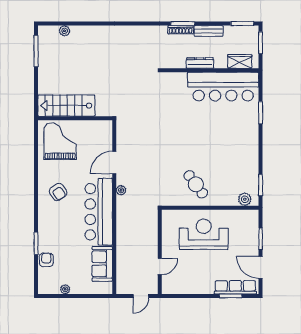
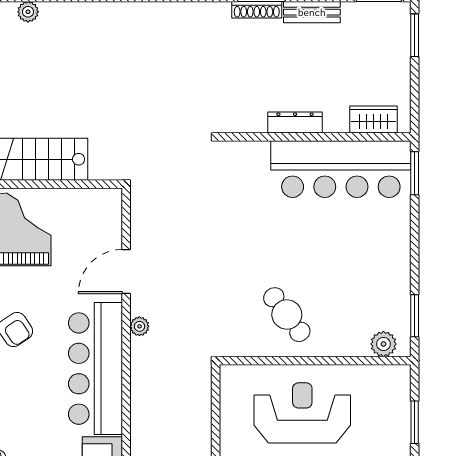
wardrobe: (240, 61) -> (373, 119), moved
dresser: (200, 63) -> (295, 122), moved
wall: (210, 70) -> (315, 137), moved
bar counter: (223, 87) -> (341, 169), moved

